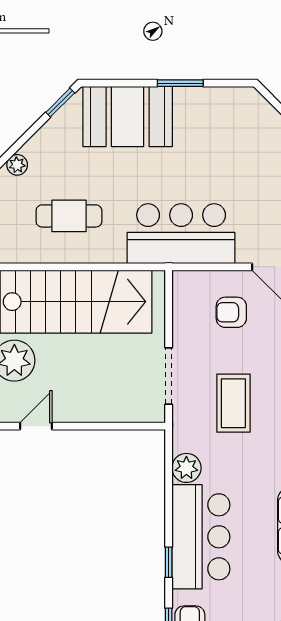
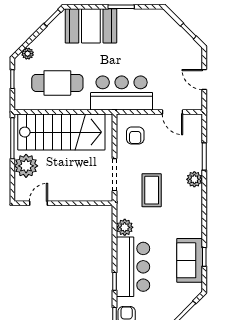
cafe table: (69, 216) -> (57, 83), width x1.37, depth x1.35
armchair: (231, 312) -> (135, 135), moved, turned -90

